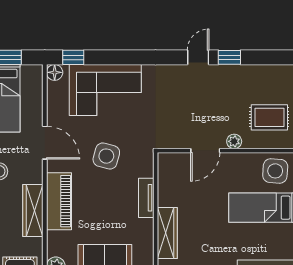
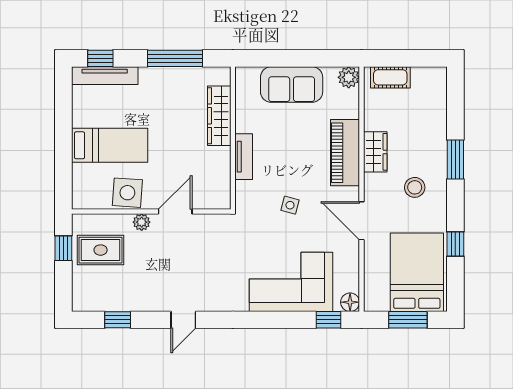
window: (229, 57) -> (118, 320), moved
side table: (106, 156) -> (290, 205), width x0.54, depth x0.54
side table: (275, 171) -> (127, 193), moved
wardrobe: (33, 211) -> (375, 152), width x0.67

